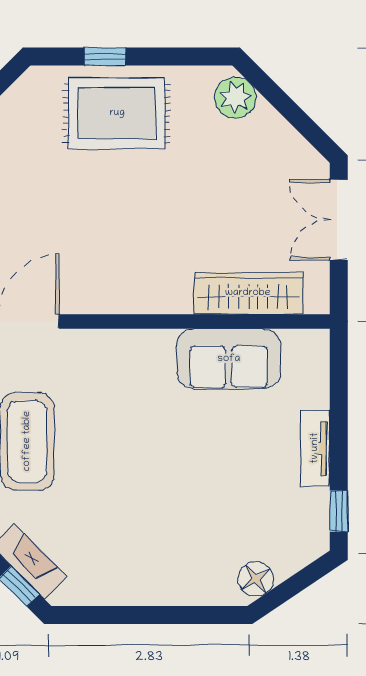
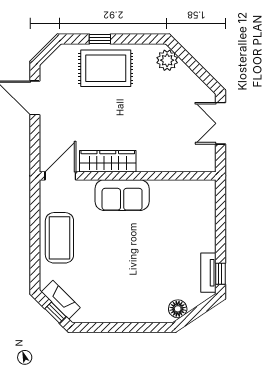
wardrobe: (248, 293) -> (108, 161), moved
sofa: (229, 359) -> (122, 195), moved
tv unit: (315, 448) -> (208, 273), moved

